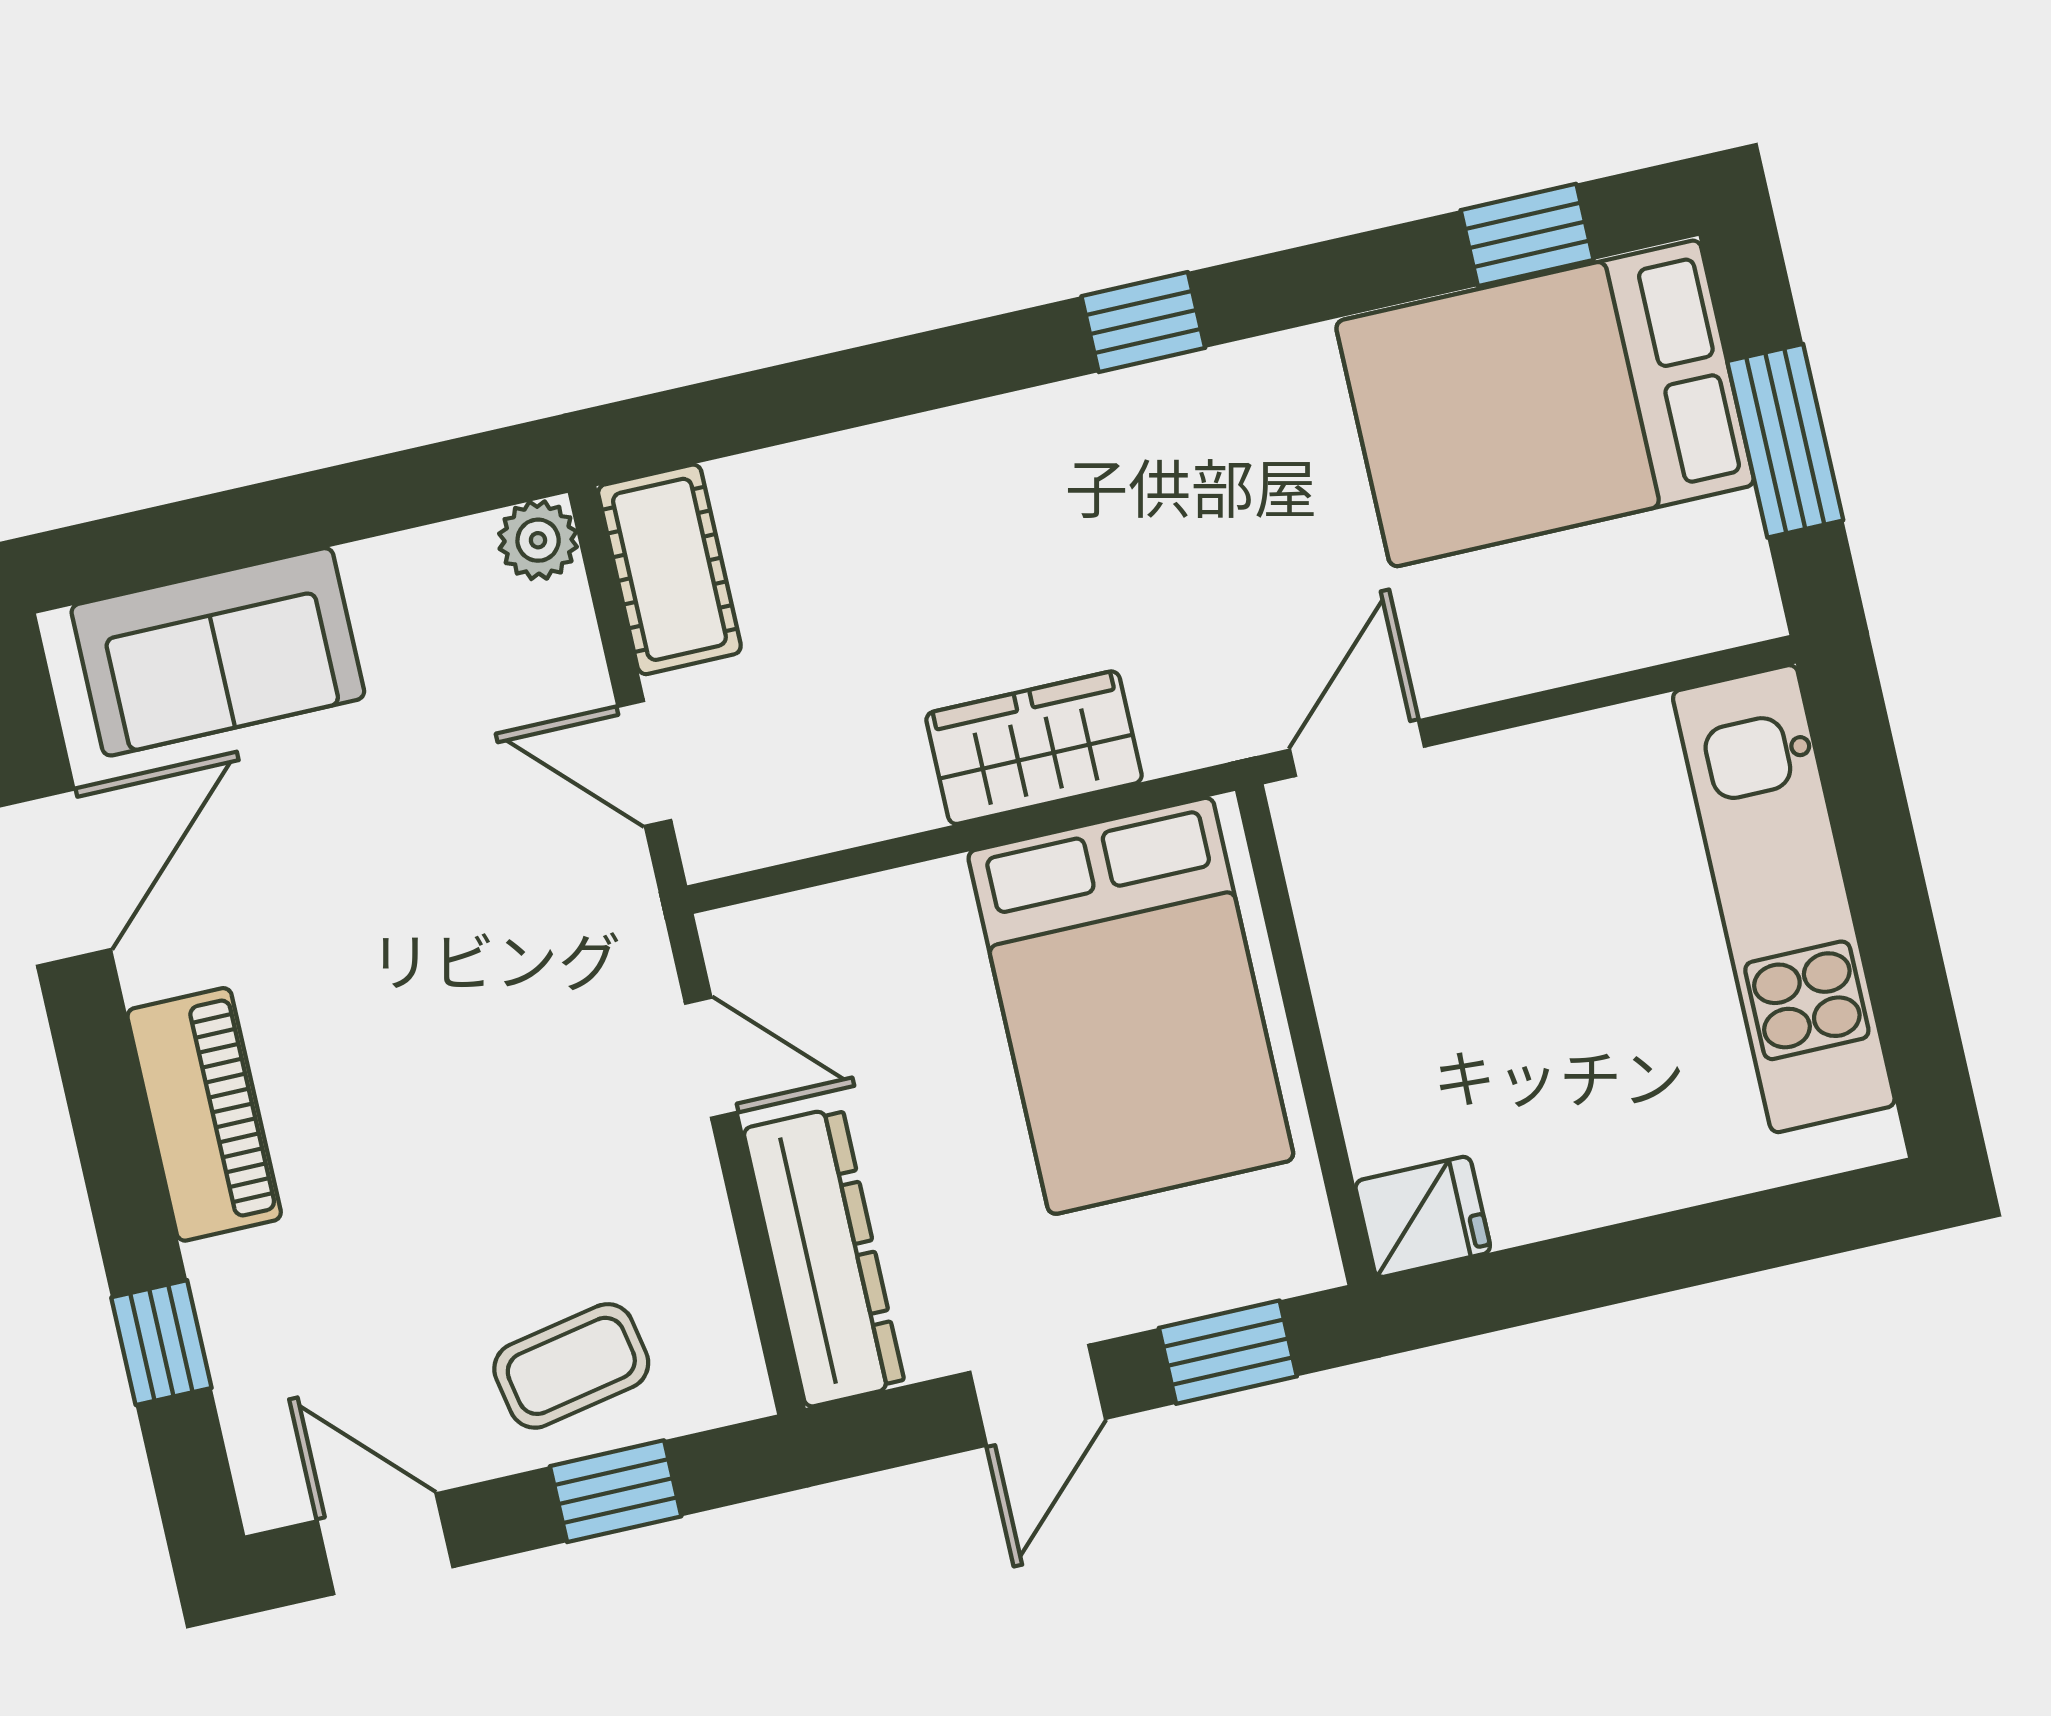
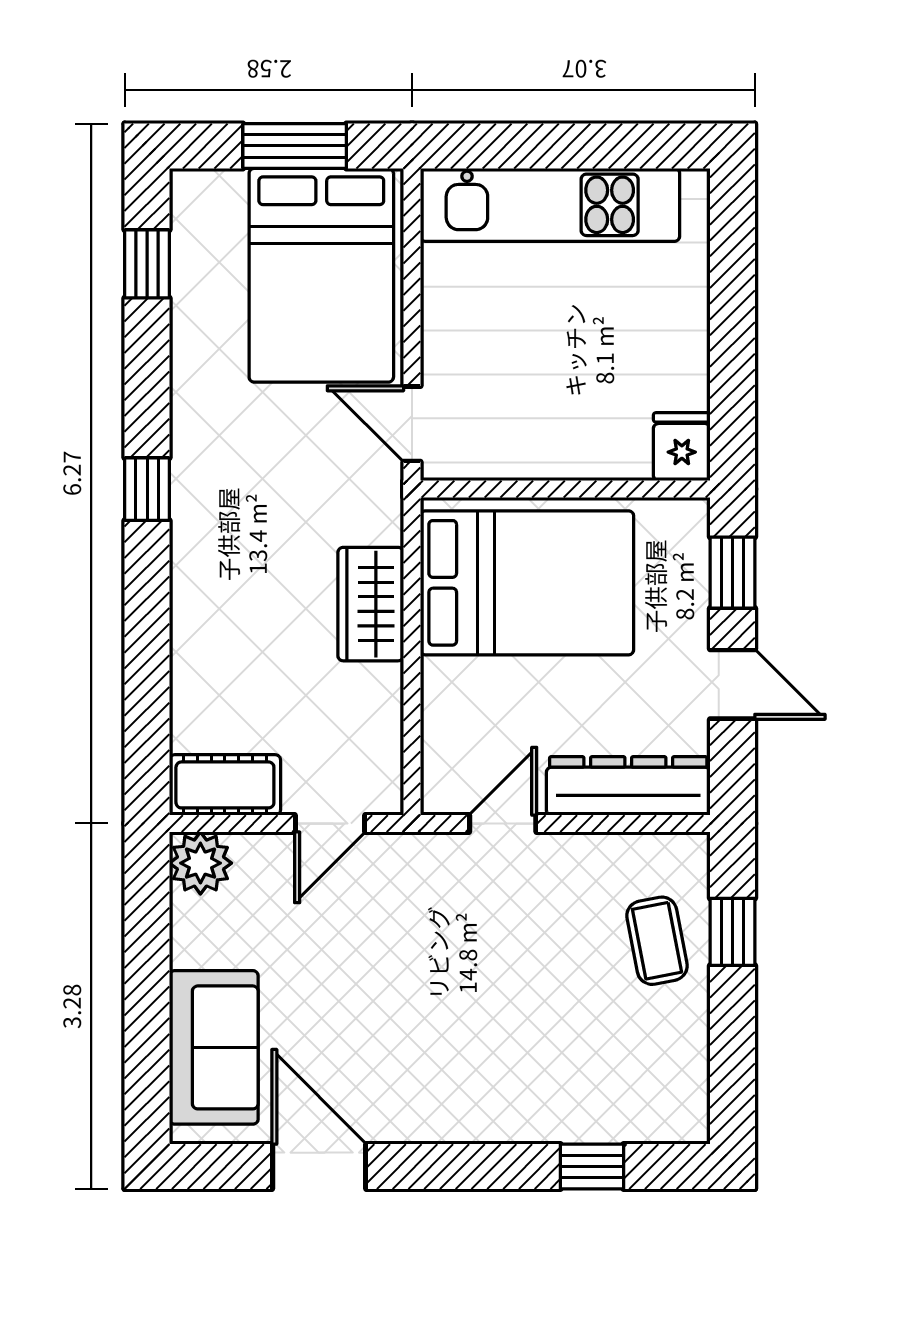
bed: (1545, 403) -> (321, 275), moved
plant: (538, 540) -> (200, 863), width x1.38, depth x1.38
piano: (204, 1114) -> (470, 1114), removed
door: (385, 1544) -> (733, 1067), removed

